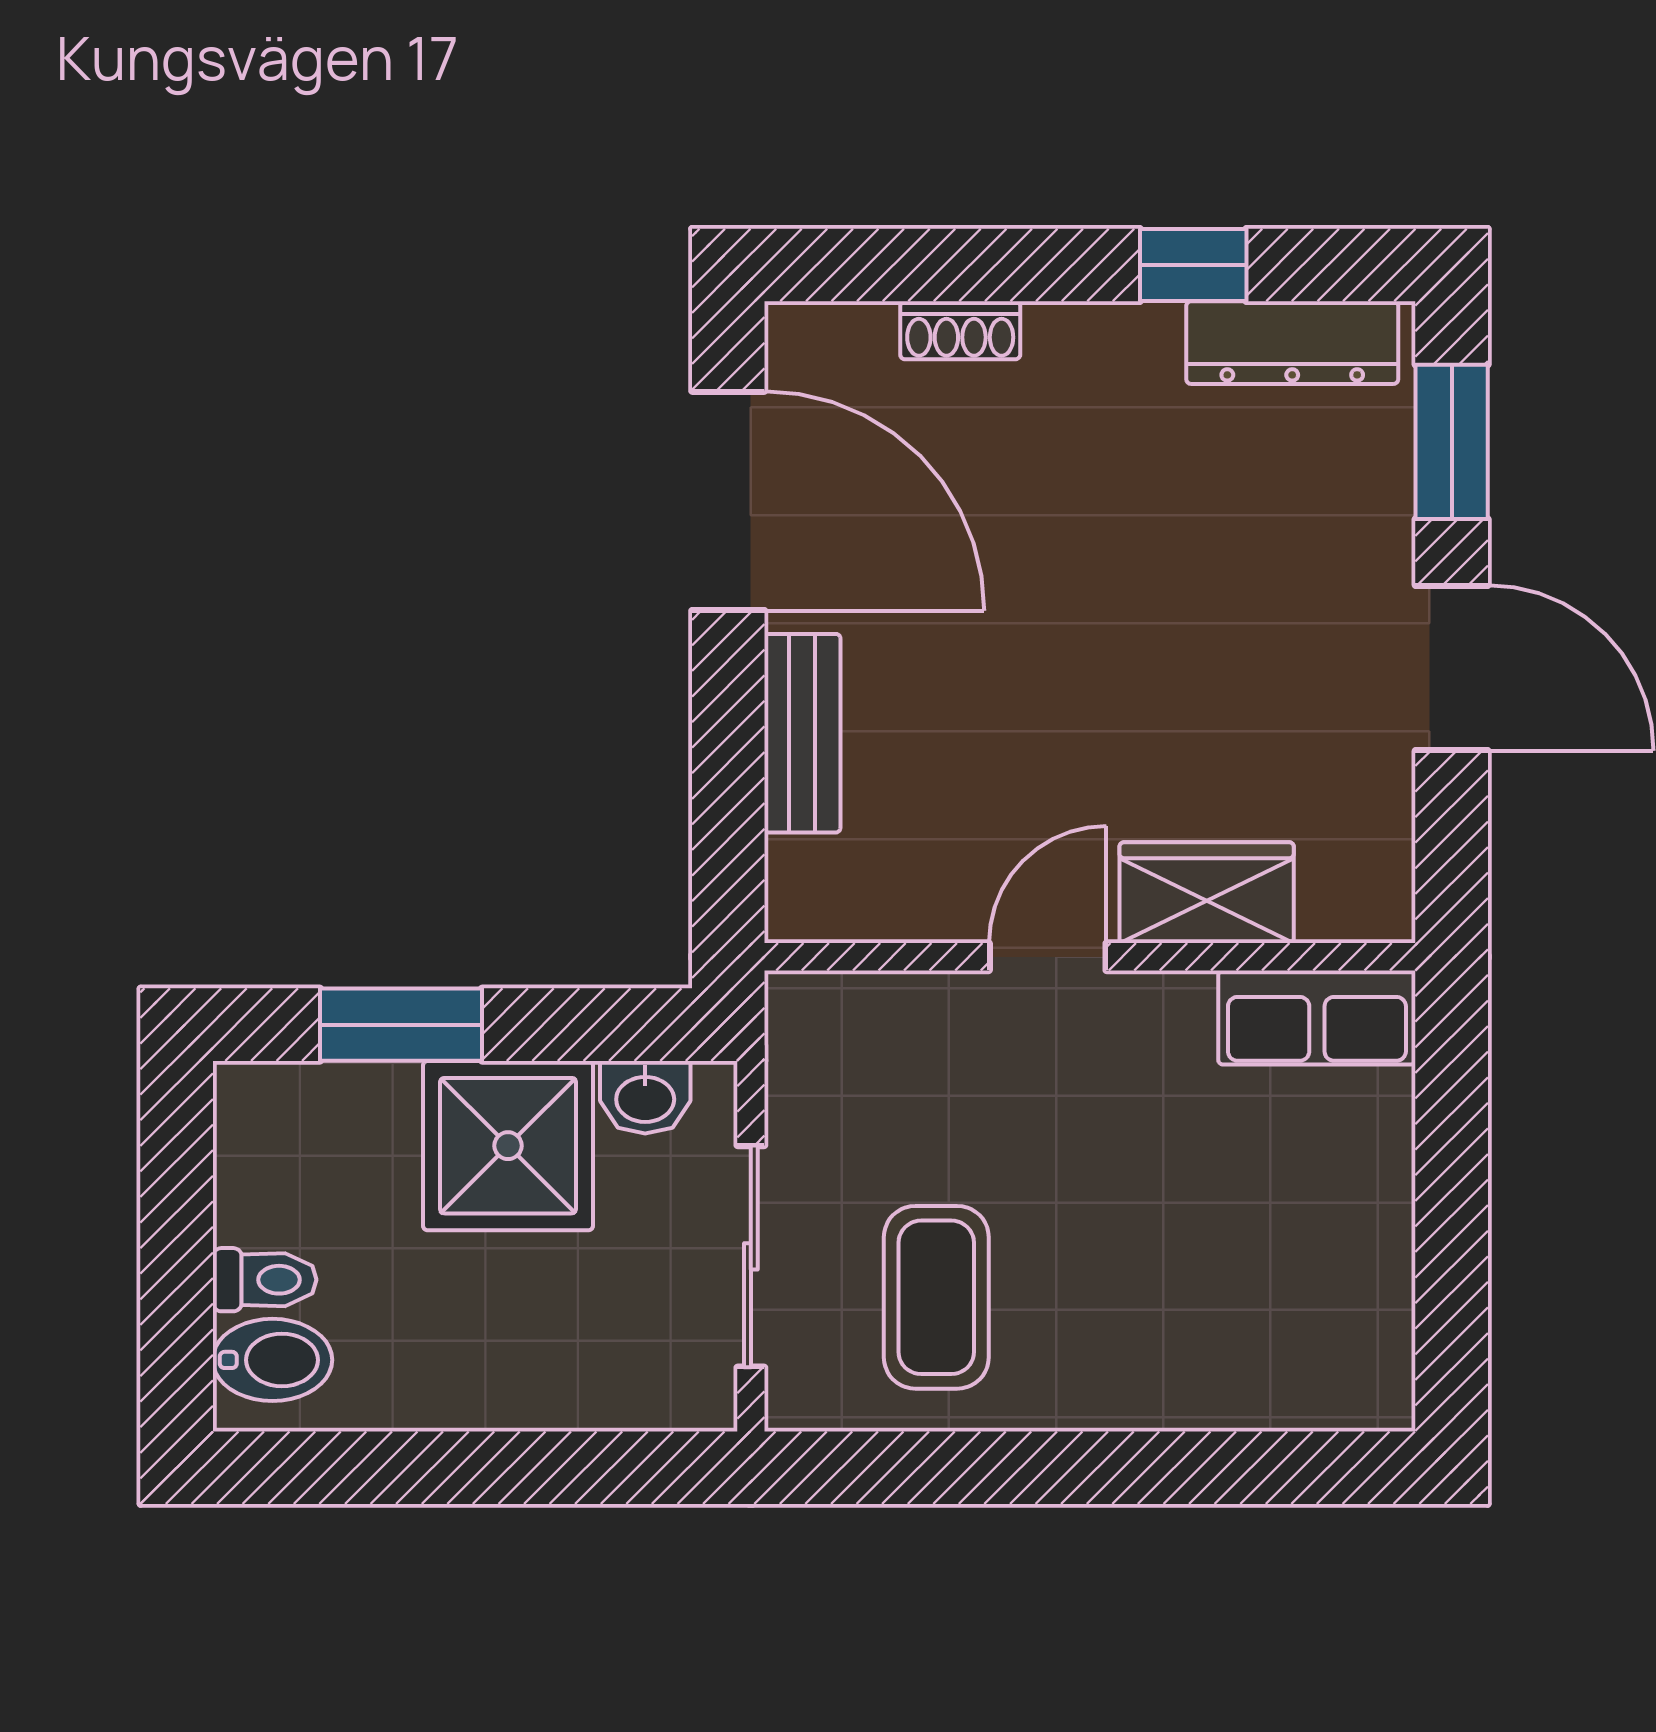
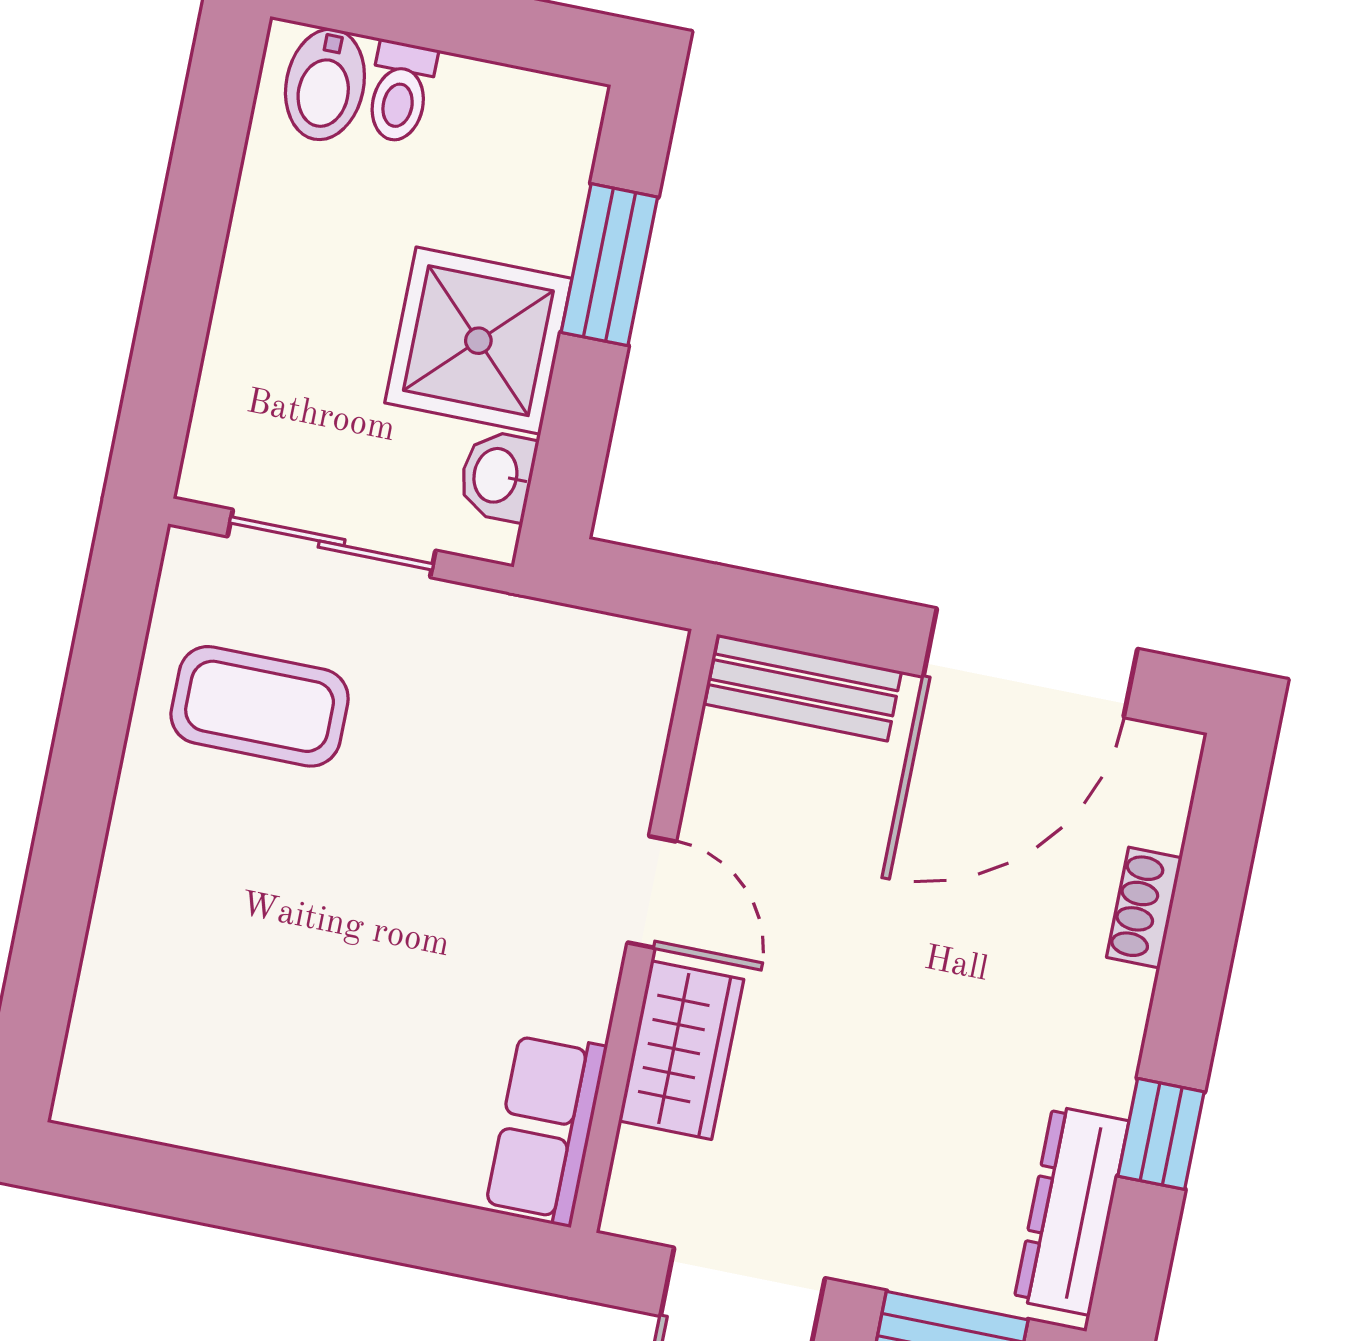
wardrobe: (1207, 893) -> (681, 1050), moved
door: (1048, 957) -> (652, 892), moved
wall: (1090, 957) -> (644, 931), moved
row of seats: (1317, 1018) -> (546, 1128), moved

